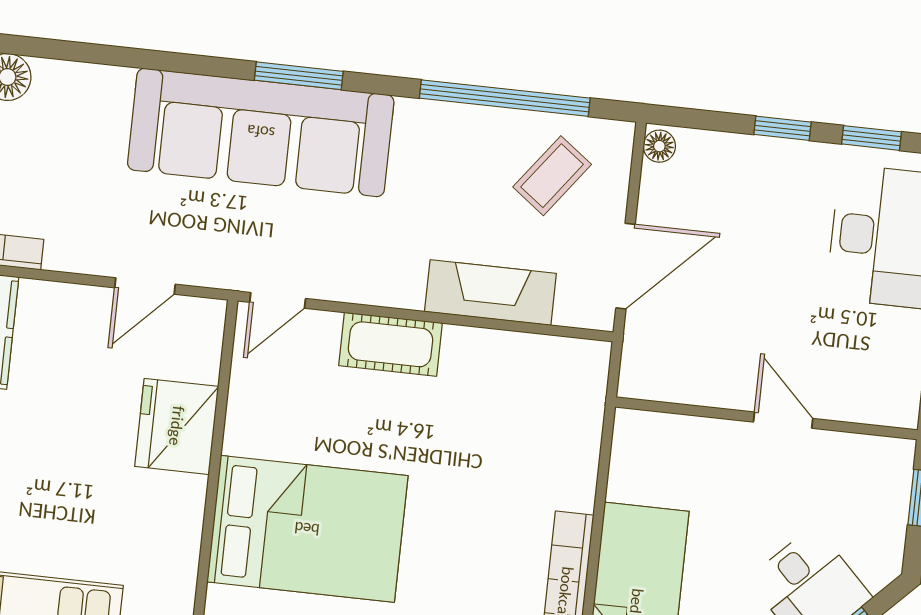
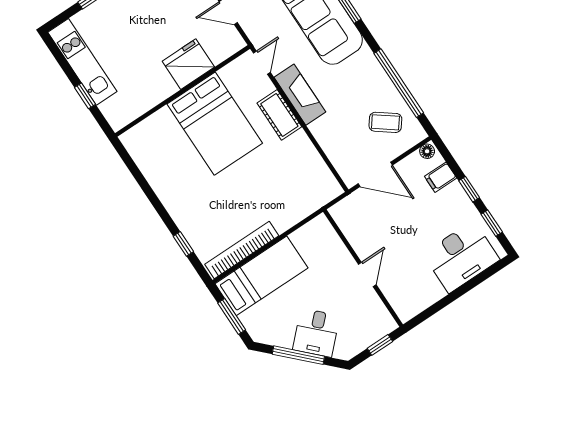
filing cabinet: (722, 160) -> (441, 177), added
fireplace: (490, 293) -> (300, 95), moved
door: (278, 300) -> (262, 63), swing flipped
bed: (307, 529) -> (215, 124), moved

